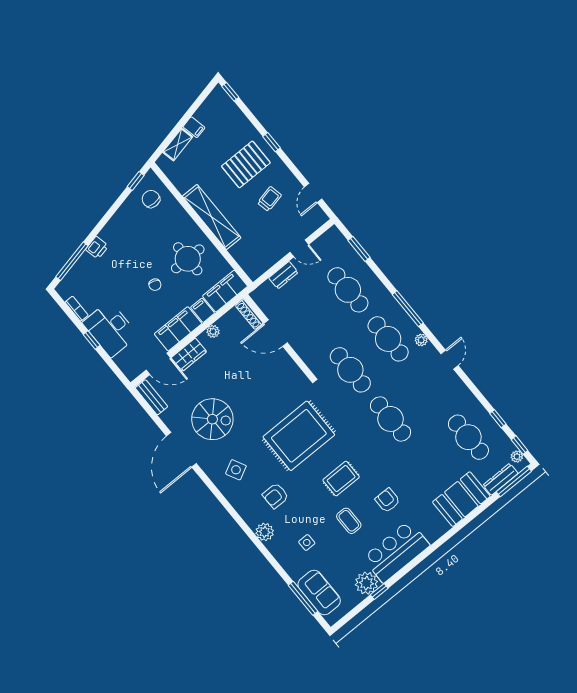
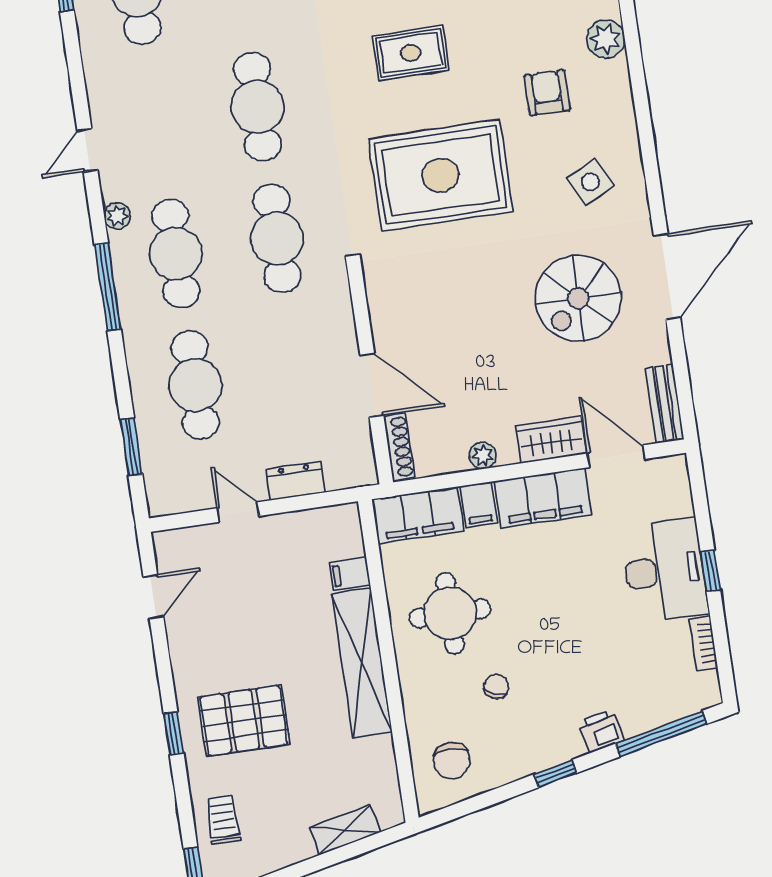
filing cabinet: (194, 127) -> (350, 574), moved, turned -78
window: (136, 181) -> (555, 774), moved
trolley: (269, 199) -> (223, 820), moved, turned 102
chair: (155, 285) -> (496, 686), moved
spiral stairs: (212, 419) -> (578, 298), turned -90
armchair: (276, 496) -> (547, 93), turned -90

